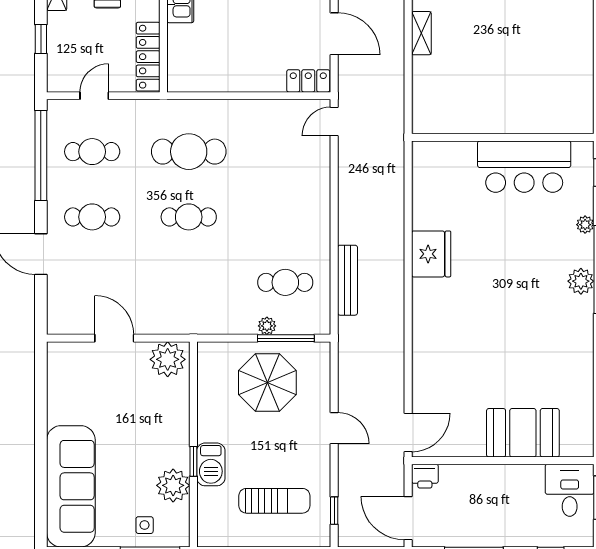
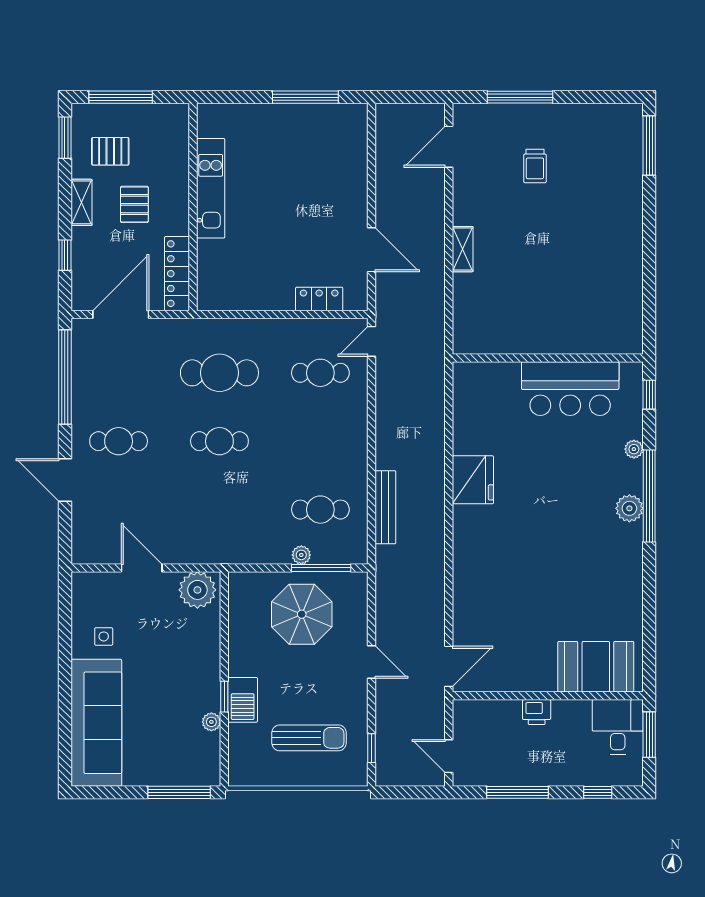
locker: (308, 81) -> (319, 299), moved
door: (94, 96) -> (121, 314), width x1.87
cafe table: (92, 152) -> (320, 373), moved
booth: (523, 433) -> (596, 667), moved
printer: (425, 476) -> (537, 712), moved
plant: (173, 485) -> (211, 722), width x0.53, depth x0.53
door: (408, 518) -> (449, 756), width x0.73
side table: (145, 525) -> (104, 636), moved

